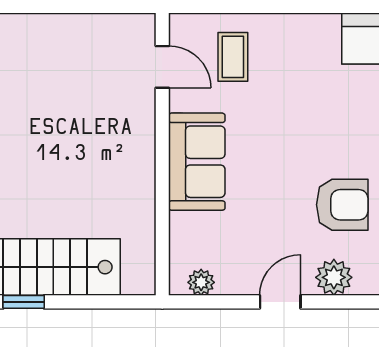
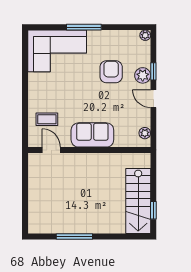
door: (162, 67) -> (51, 150), hinge flipped
window: (343, 302) -> (153, 71), added

